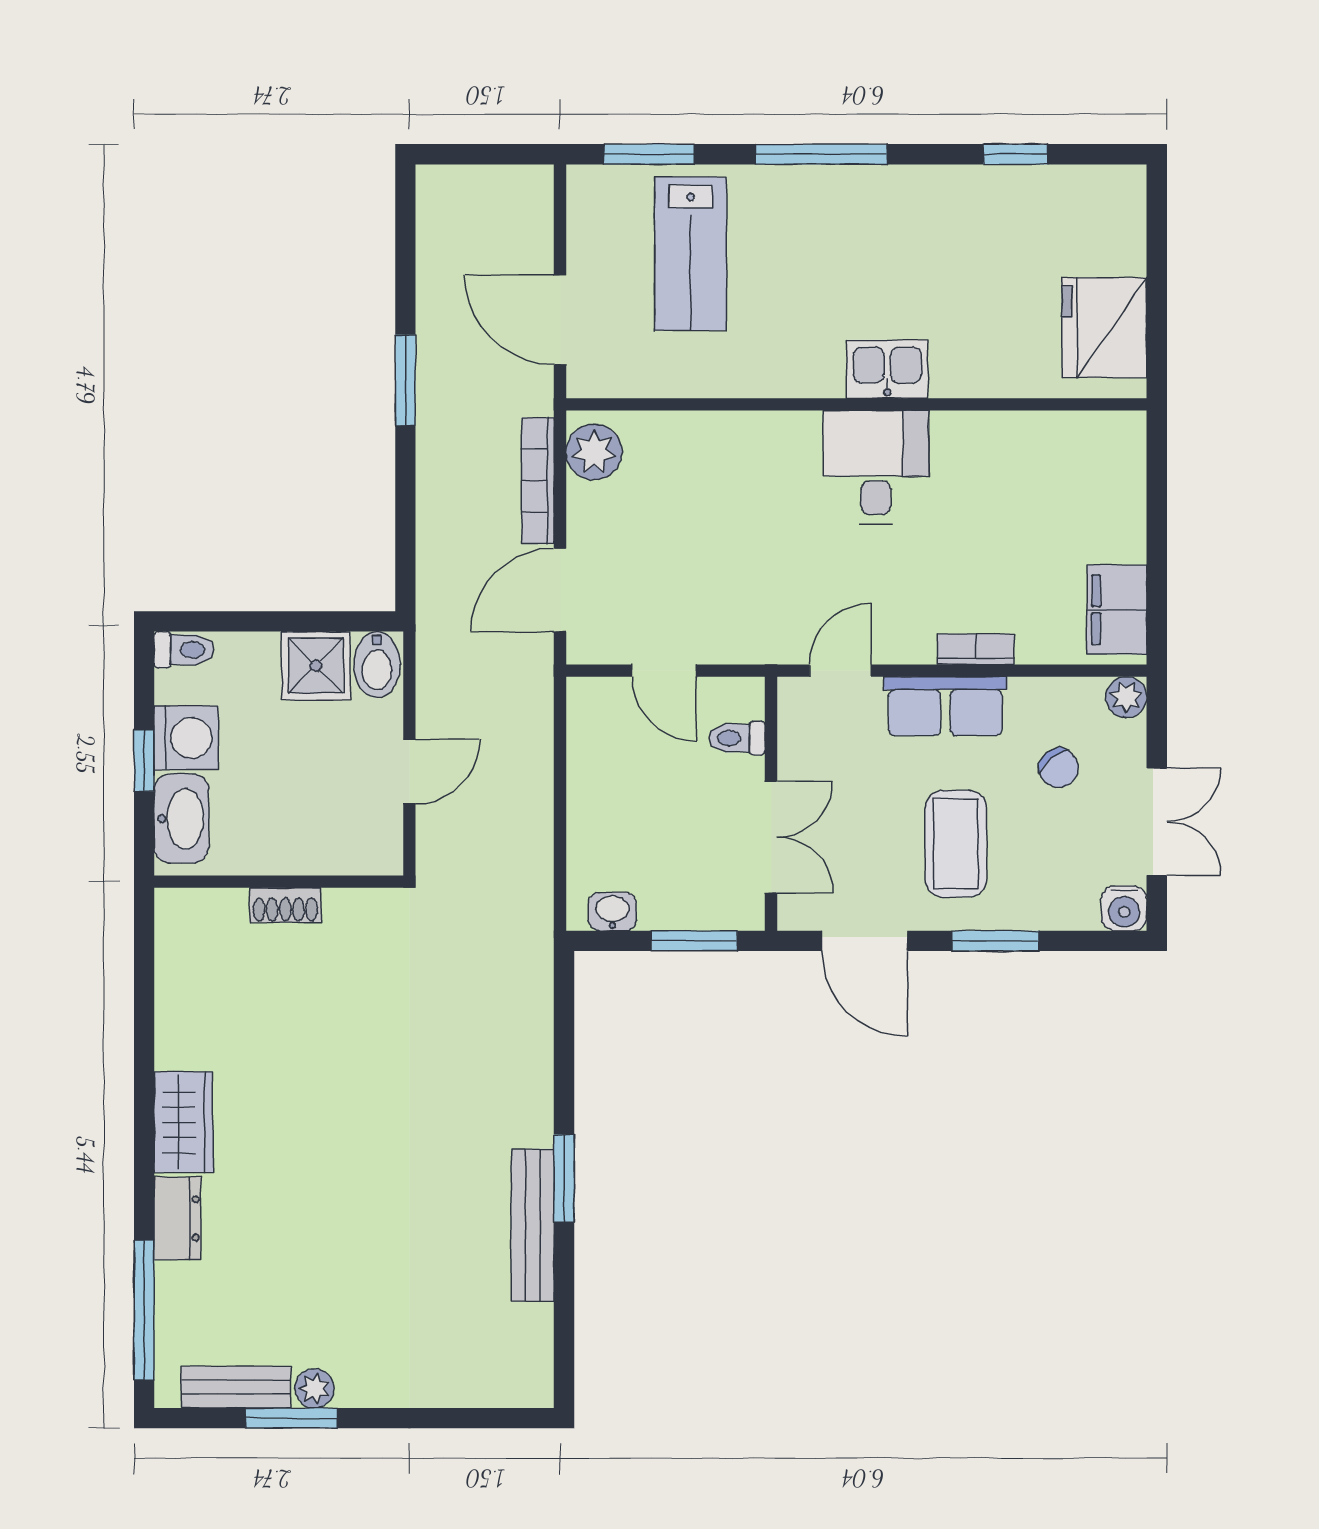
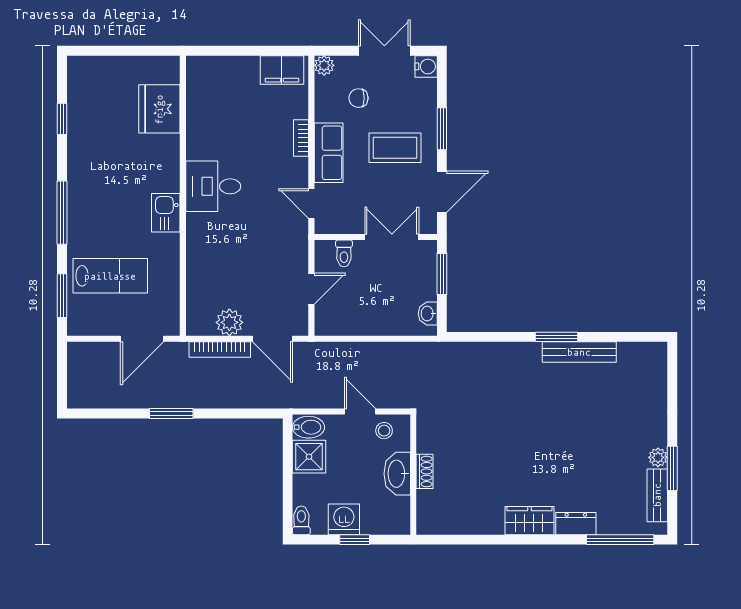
fridge: (1104, 328) -> (159, 109), moved, turned 90
kitchen sink: (887, 369) -> (166, 213), moved
plant: (594, 452) -> (229, 322), moved
chair: (1059, 768) -> (358, 98), turned -143
washbasin: (181, 819) -> (397, 474), moved, turned -90
stool: (370, 821) -> (384, 431), added

